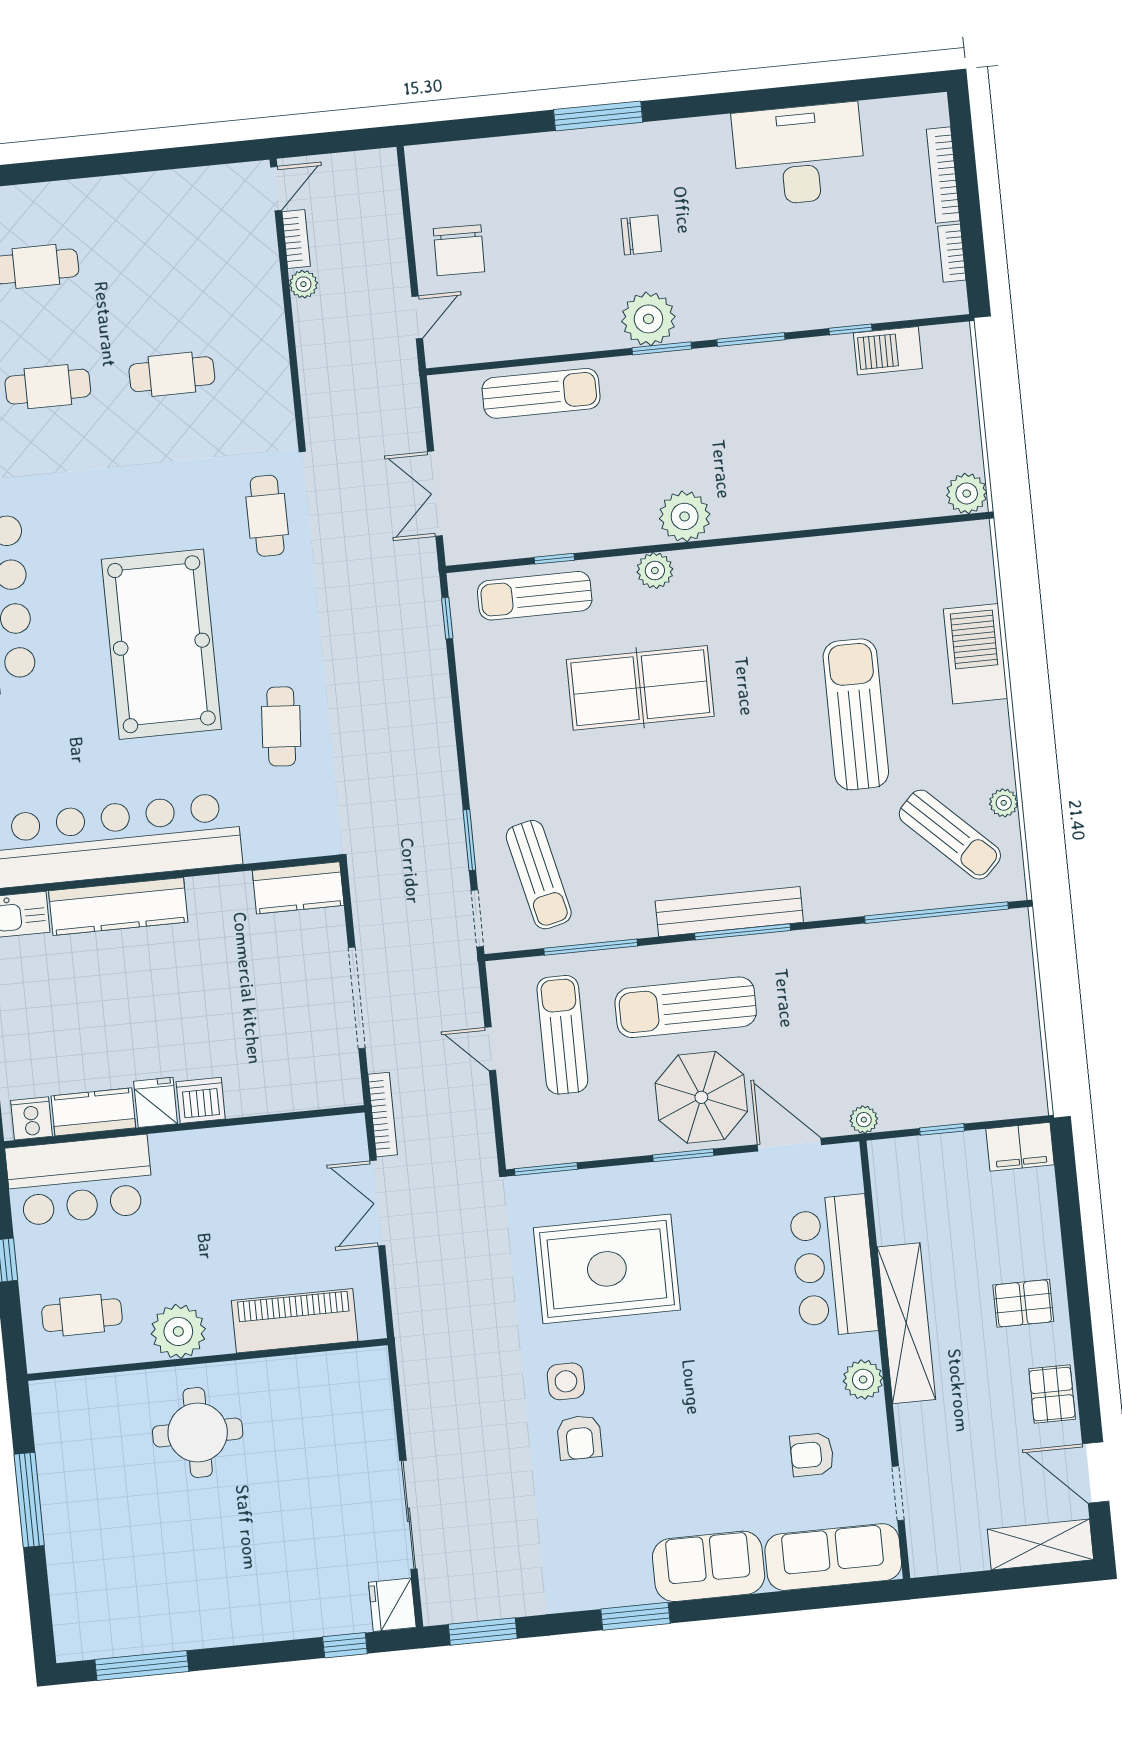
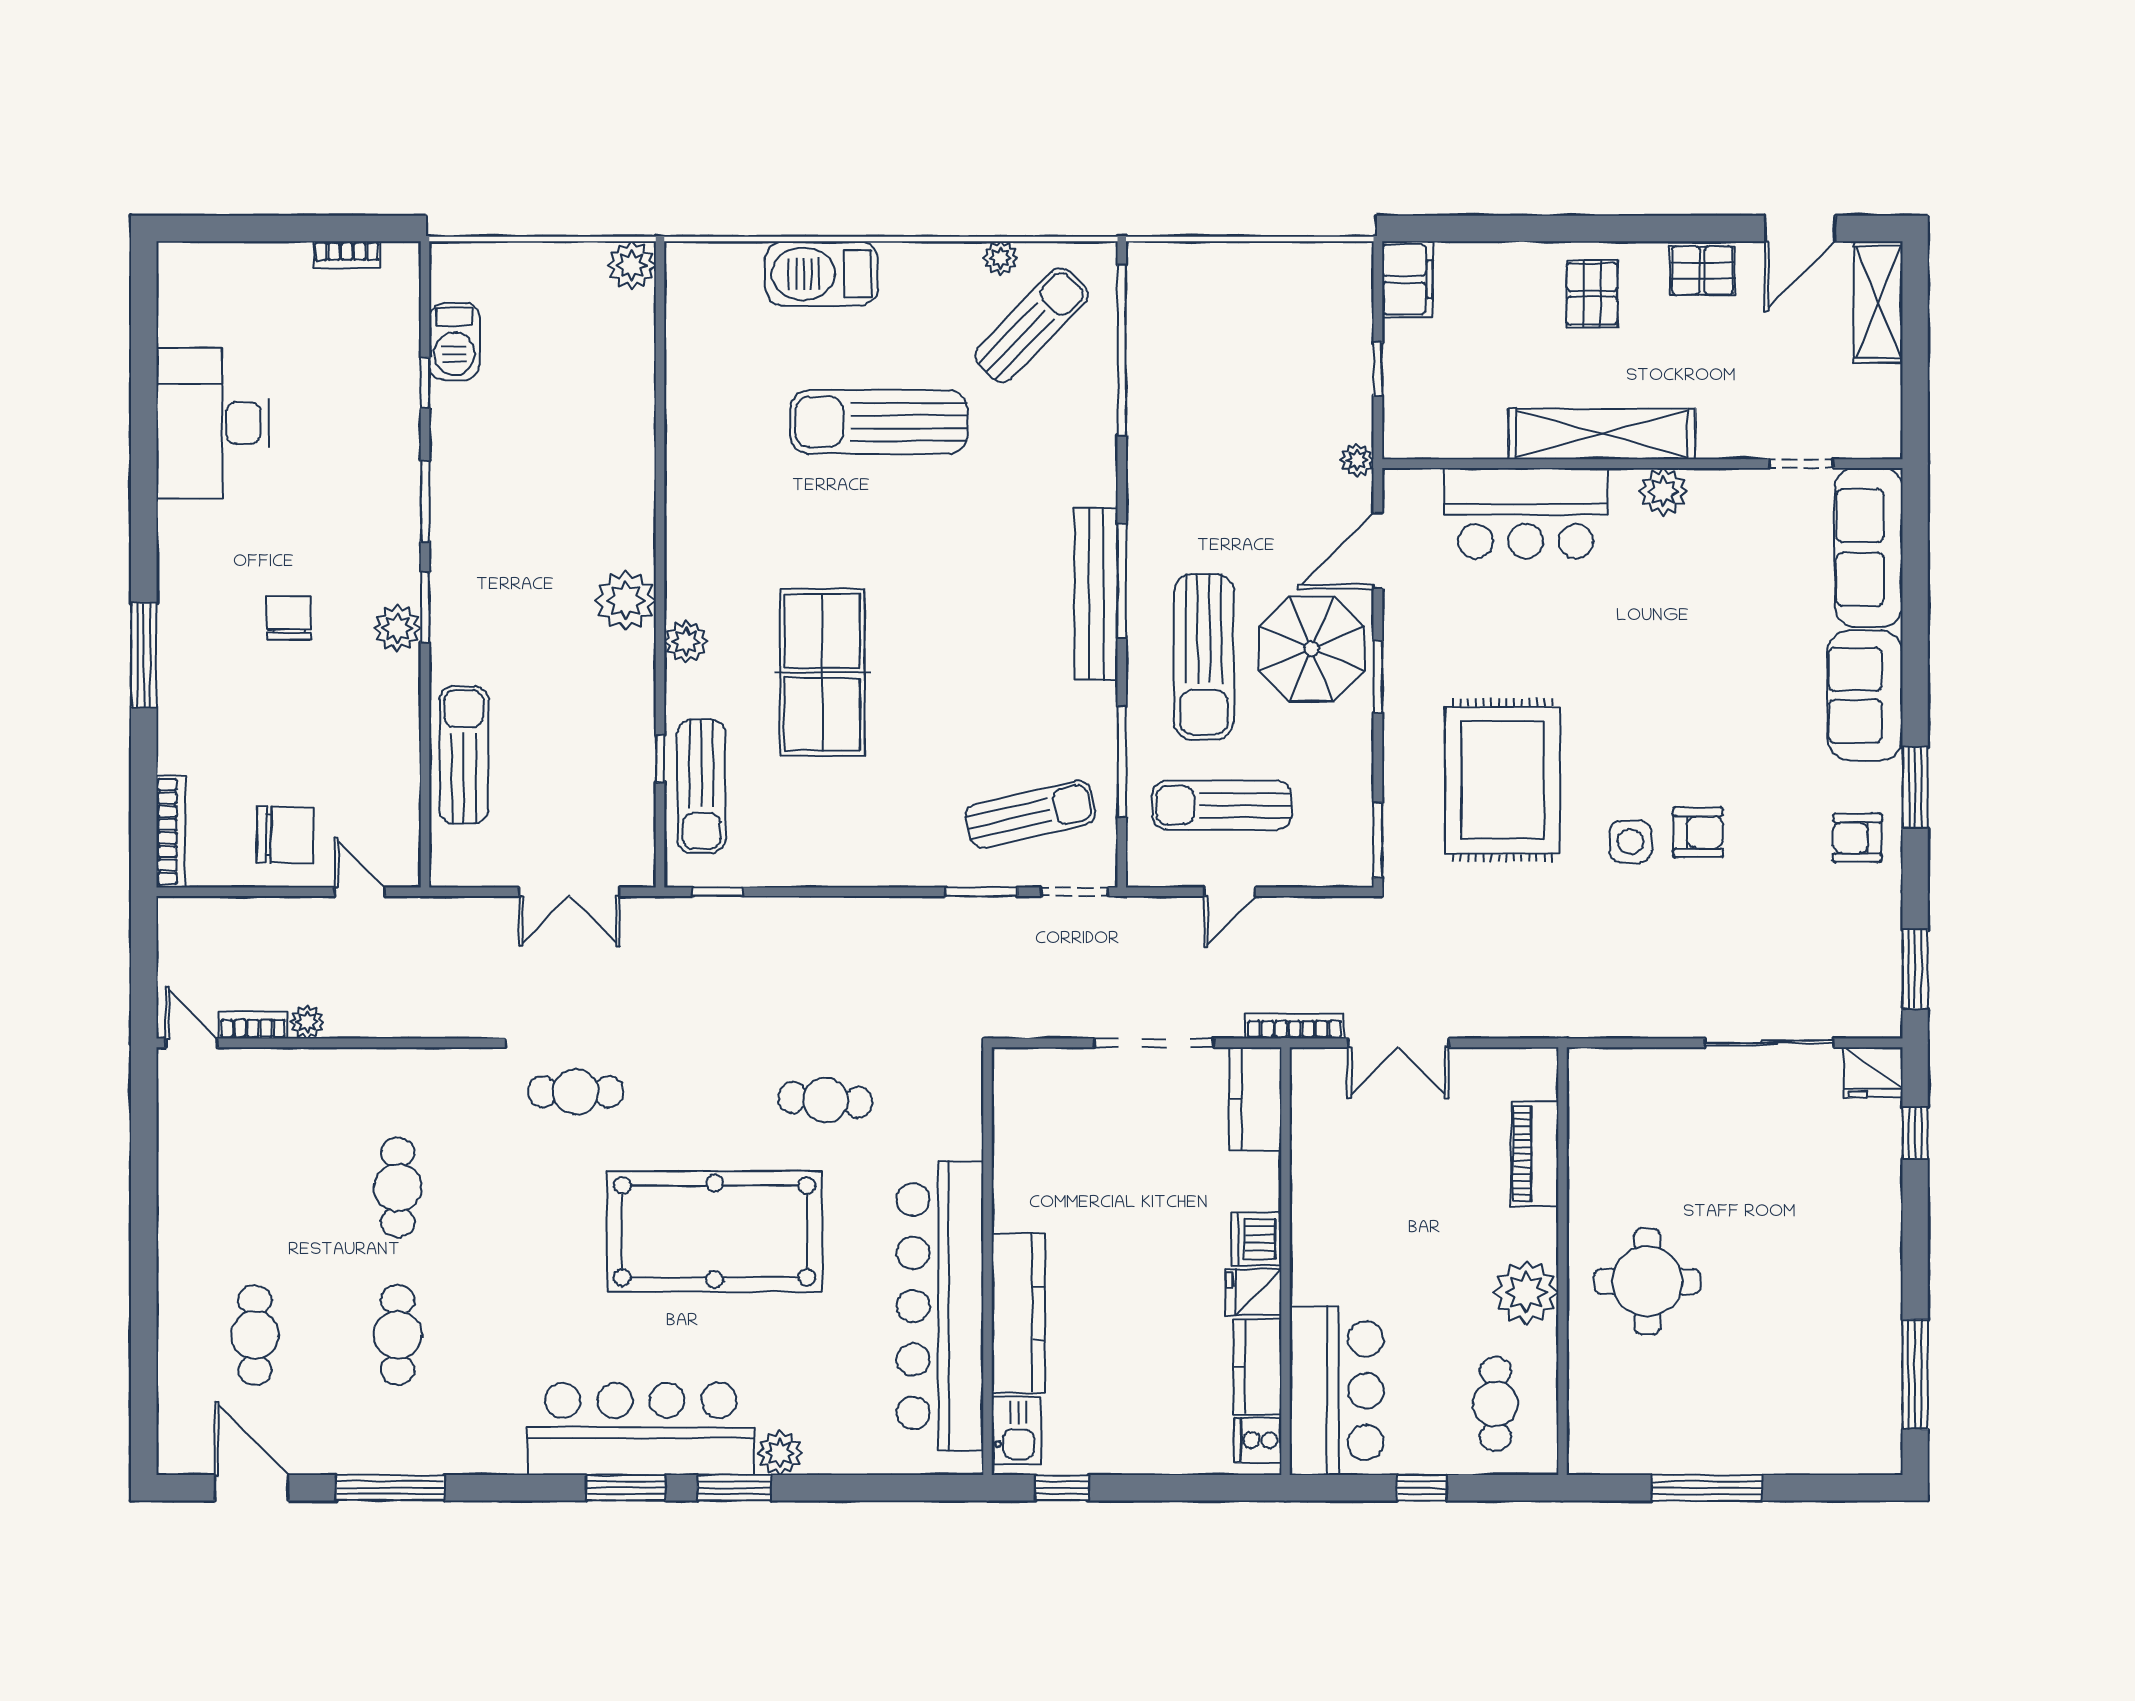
bookcase: (943, 175) -> (171, 831), moved, turned -90
plant: (648, 319) -> (397, 628), width x0.73, depth x0.73
kitchen counter: (298, 888) -> (1255, 1099), moved, turned 180
piano: (295, 1321) -> (1535, 1154), width x0.73, depth x0.75
armchair: (812, 1455) -> (1857, 838), moved, turned 90

